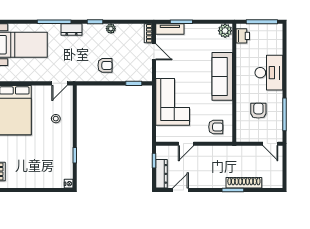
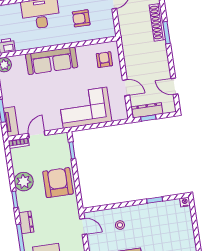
plant: (111, 29) -> (24, 182), width x1.88, depth x1.88
armchair: (105, 65) -> (58, 183), width x1.88, depth x1.88
dresser: (161, 174) -> (147, 110), moved

